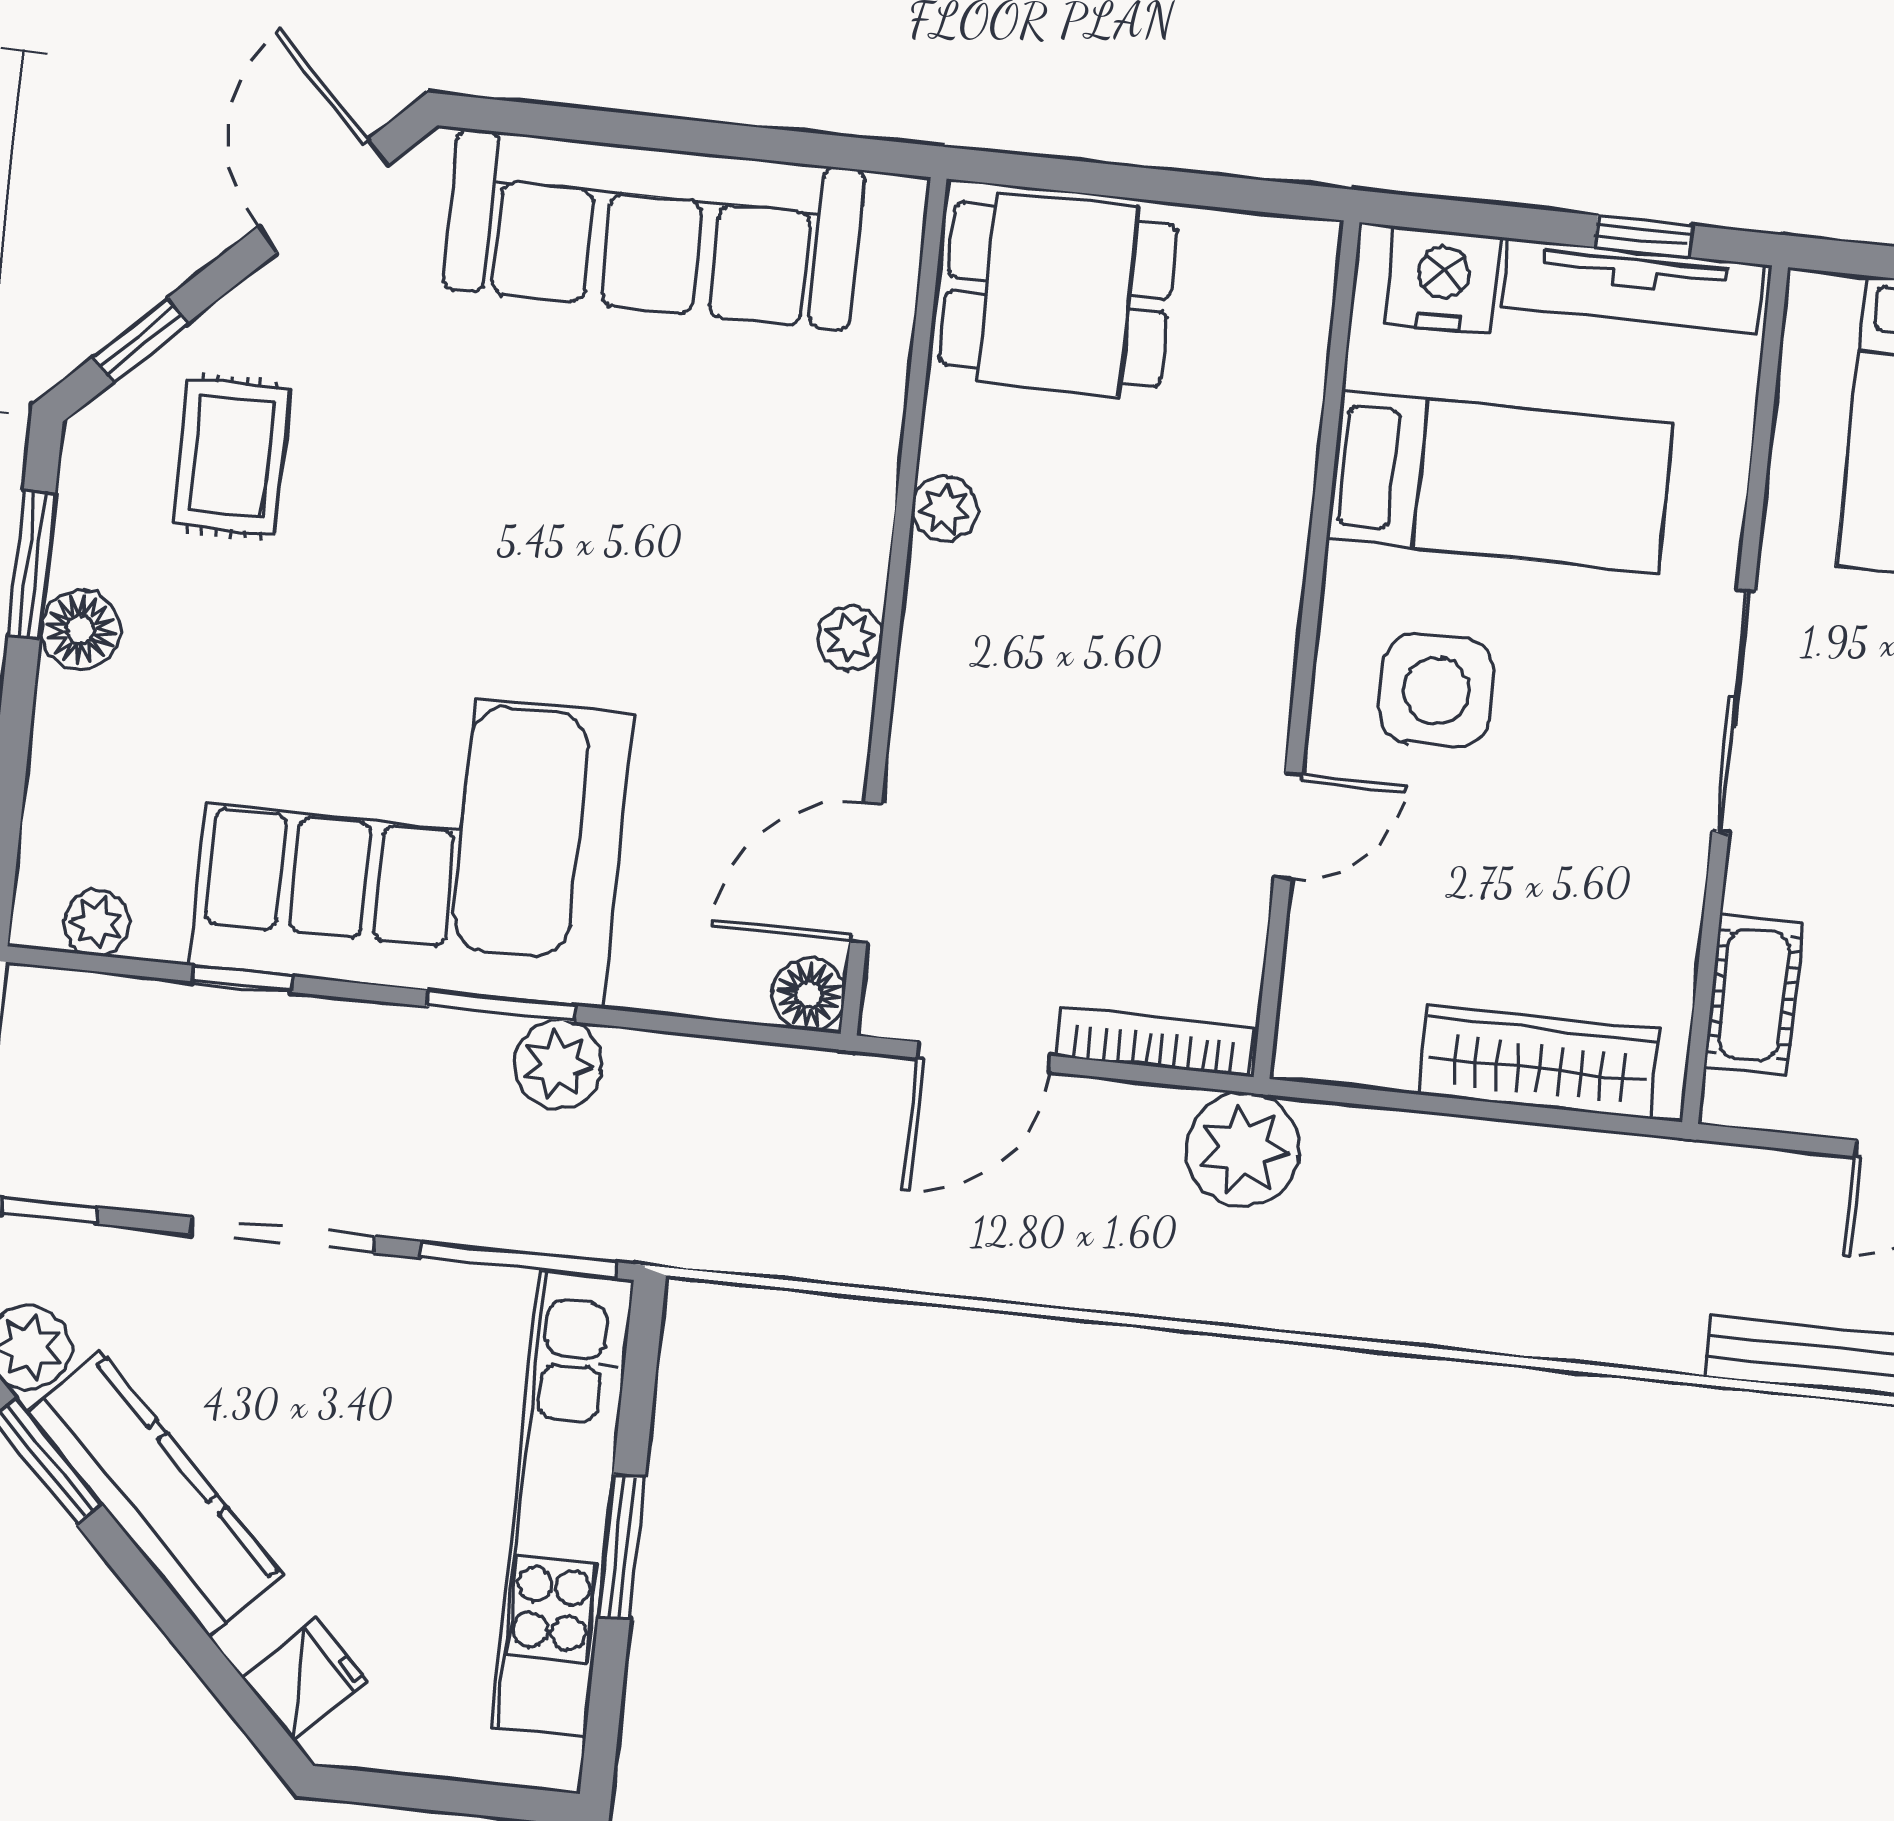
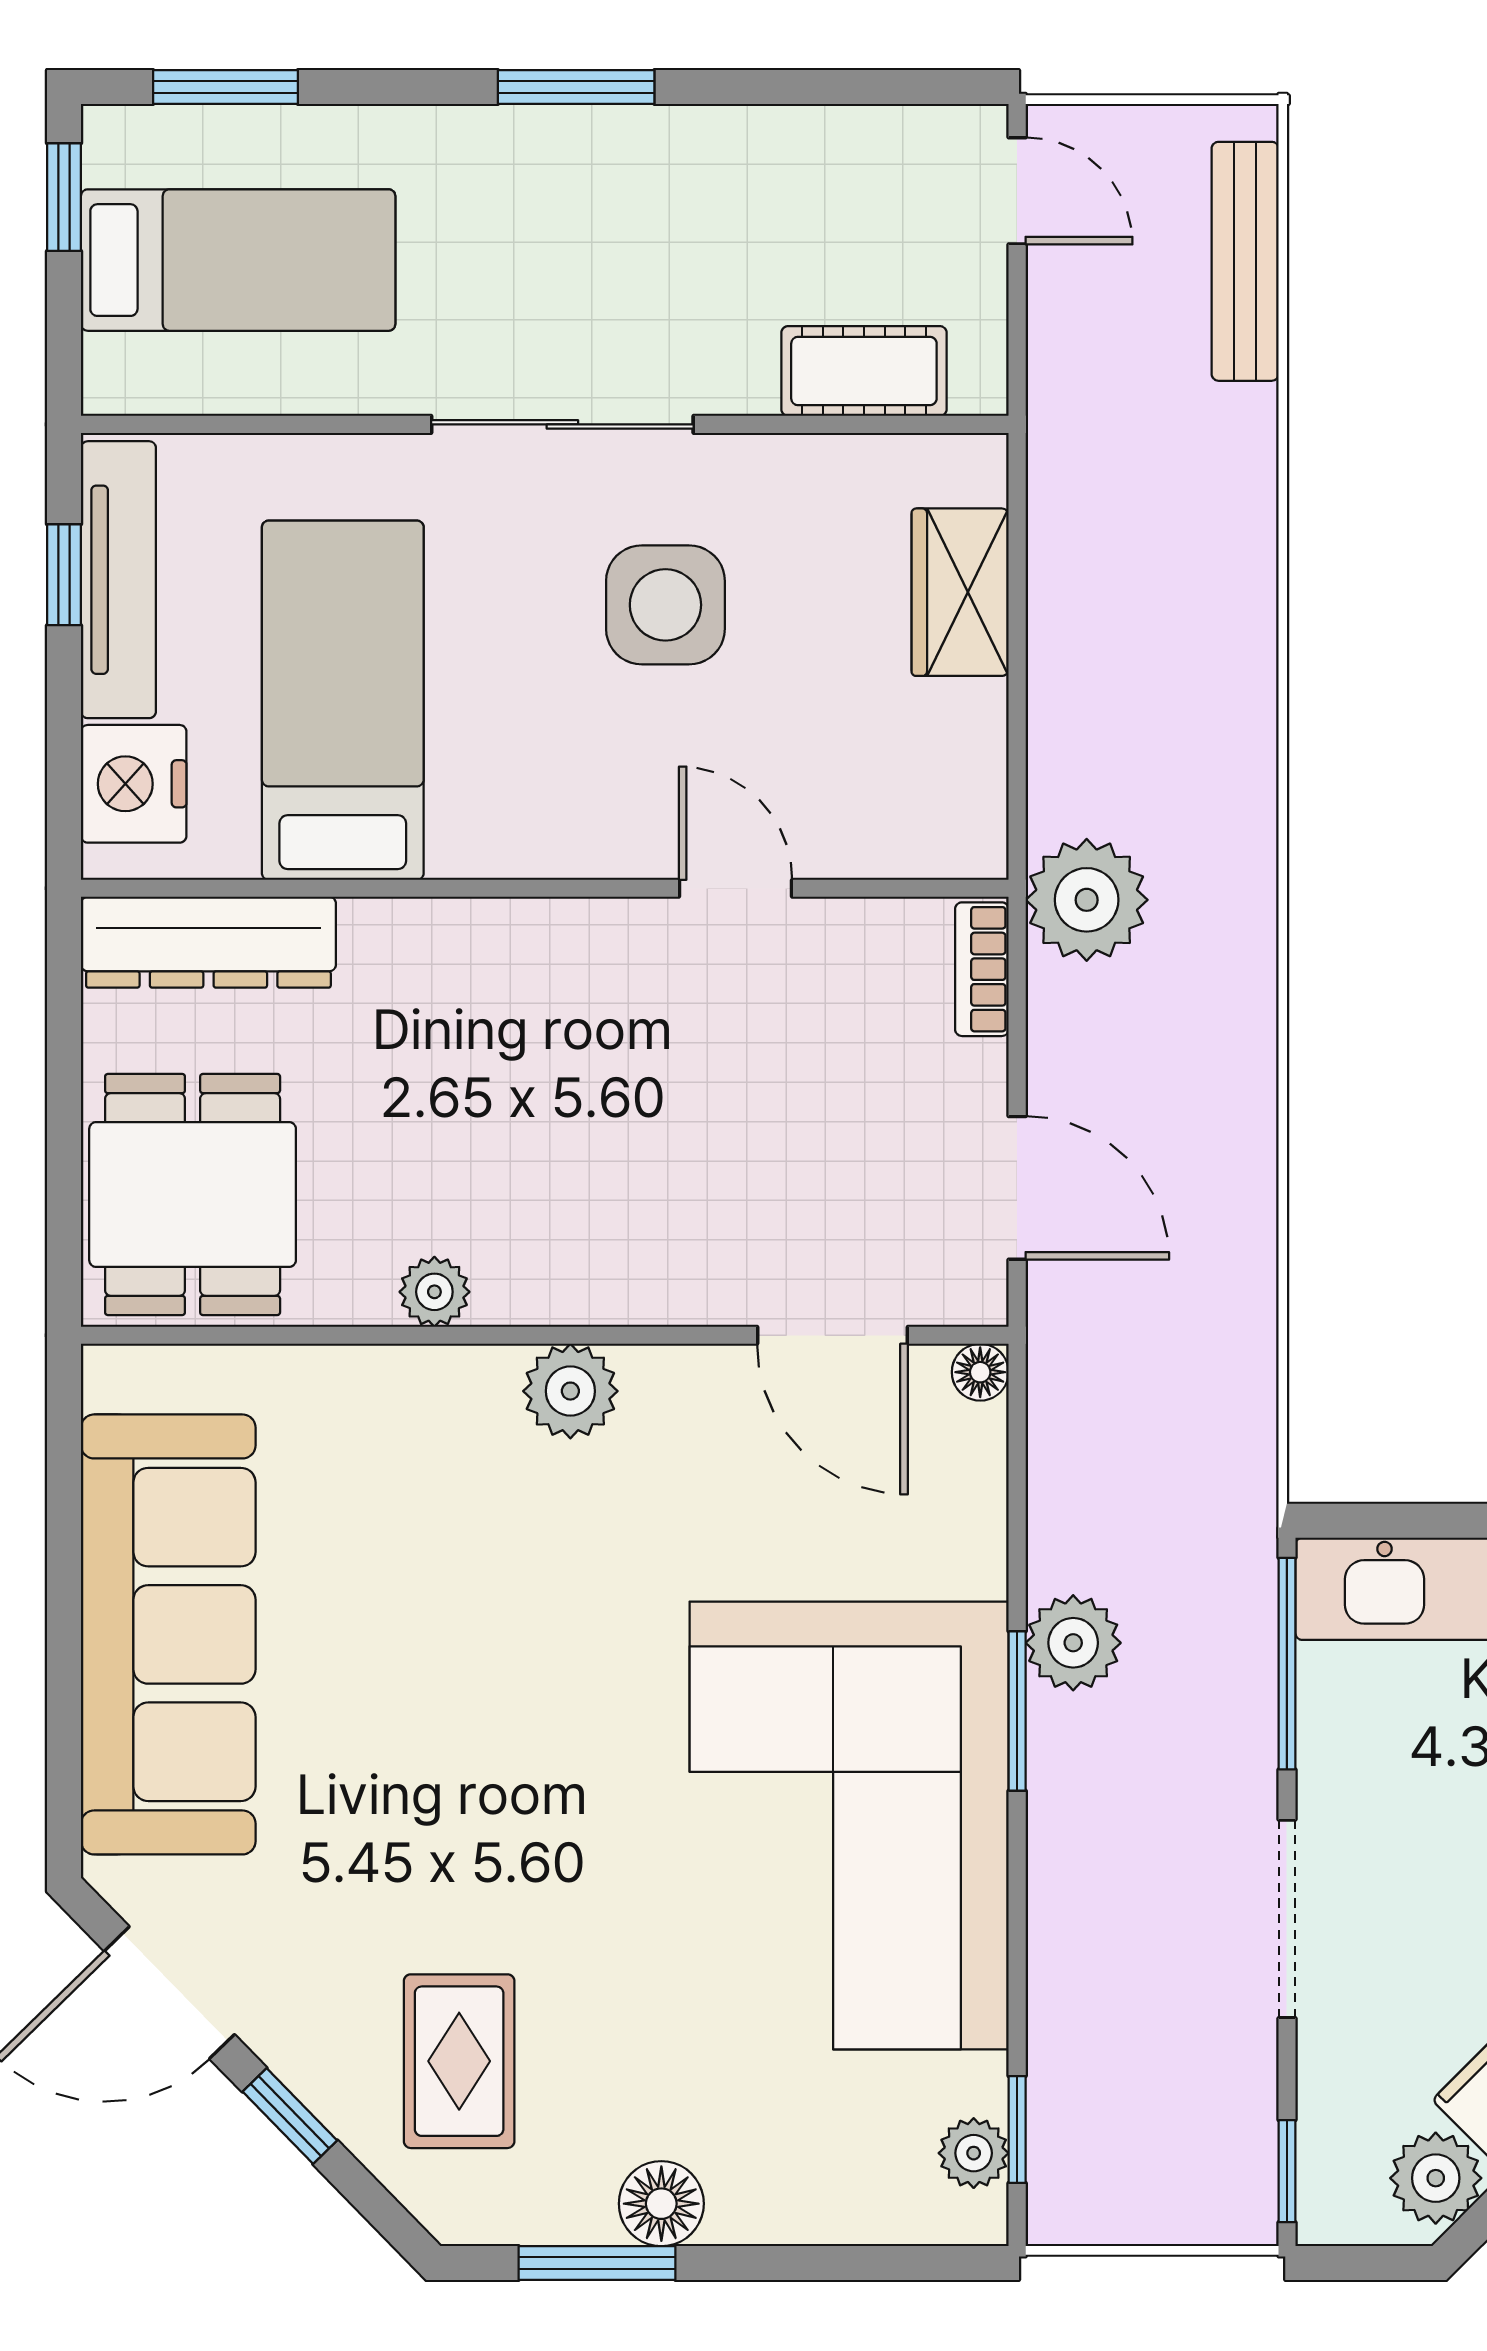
dresser: (1289, 334) -> (208, 942), added
window: (140, 340) -> (290, 2116), moved
rug: (232, 457) -> (459, 2061), turned 90
plant: (850, 638) -> (570, 1391), width x1.38, depth x1.38
side table: (1436, 691) -> (665, 605), moved
window: (242, 979) -> (1017, 2129), moved
floor lamp: (809, 994) -> (980, 1372), width x0.73, depth x0.73
bookcase: (1155, 1042) -> (982, 969), width x0.64
wardrobe: (1540, 1062) -> (960, 592), width x0.67

